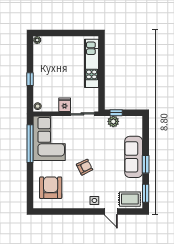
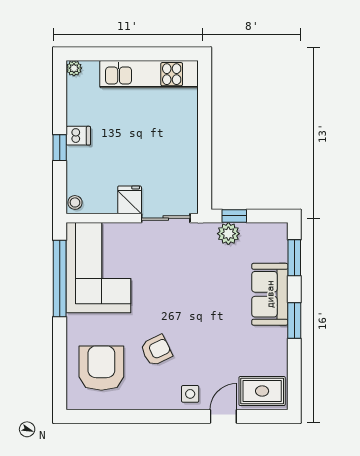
kitchen unit: (92, 63) -> (149, 74), moved, turned -90
dishwasher: (39, 73) -> (78, 136), added
sofa: (134, 157) -> (270, 294), width x0.73
armchair: (85, 167) -> (156, 350), moved
window: (146, 193) -> (294, 258), moved
door: (111, 212) -> (223, 416), swing flipped

